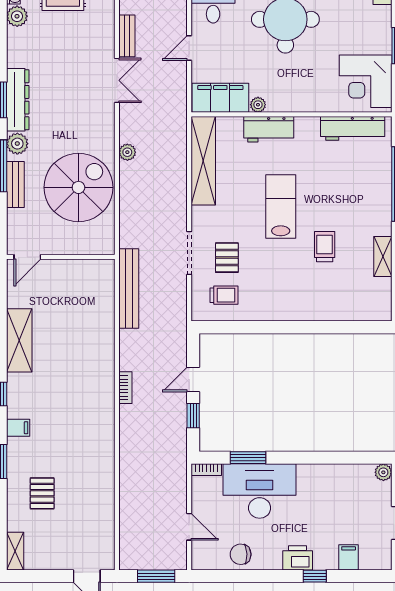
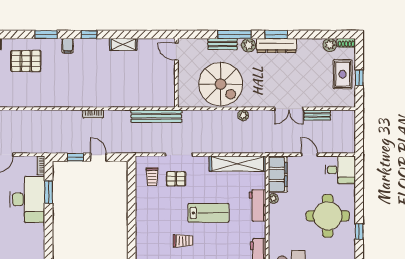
shelving: (19, 340) -> (123, 44), width x0.67, depth x0.75
pallet: (42, 493) -> (26, 61), width x1.50, depth x1.42

